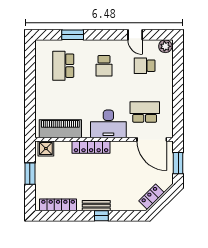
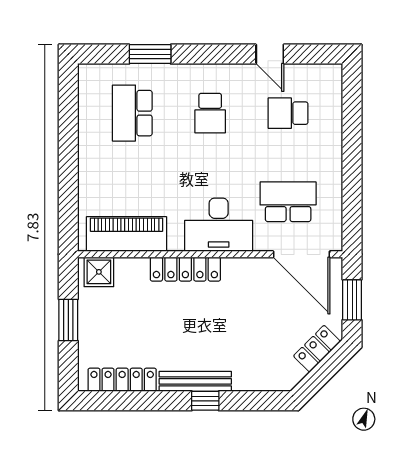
plant: (165, 46) -> (328, 76), removed
locker: (151, 197) -> (317, 349), moved
bench: (96, 206) -> (195, 381), width x1.36

